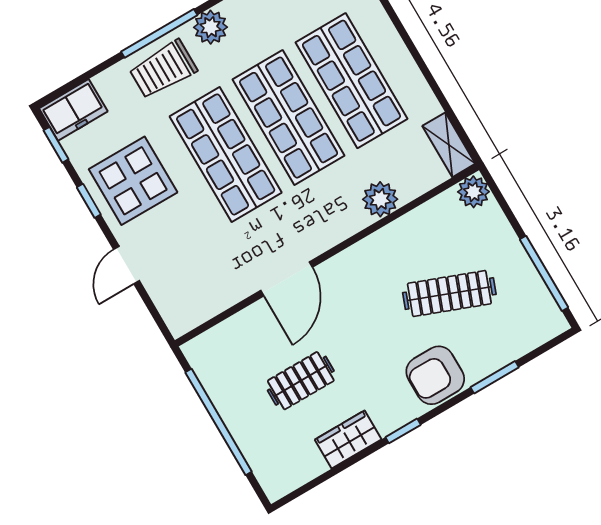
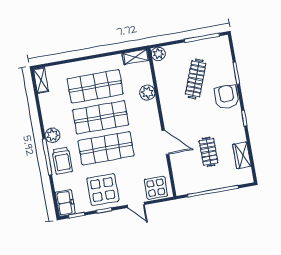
display table: (180, 295) -> (156, 188), added
armchair: (435, 375) -> (227, 97), turned 180
wardrobe: (348, 439) -> (242, 155), moved

